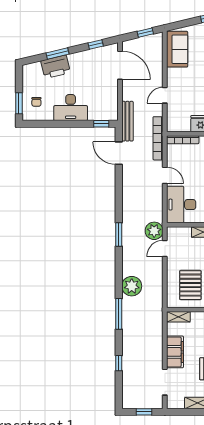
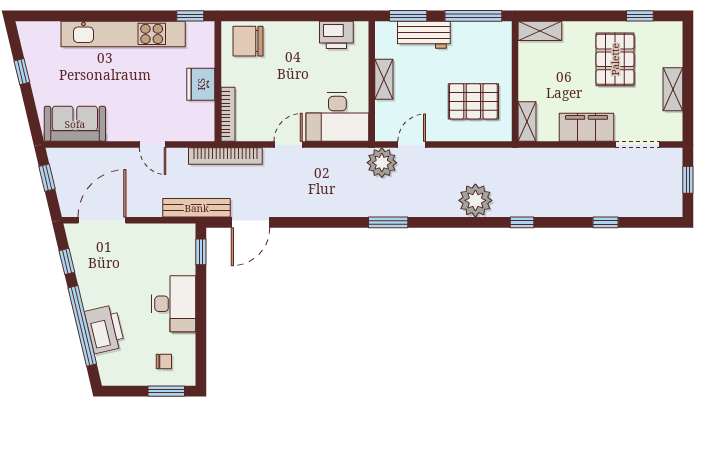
window: (57, 54) -> (82, 326), width x2.11
door: (165, 249) -> (412, 144), swing flipped
window: (119, 314) -> (522, 222), width x0.46

